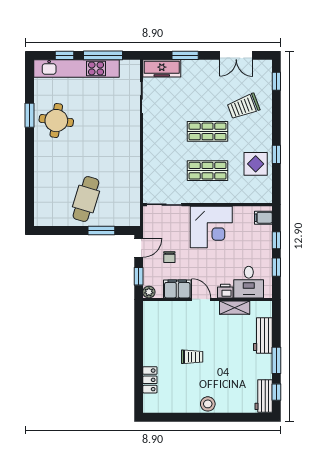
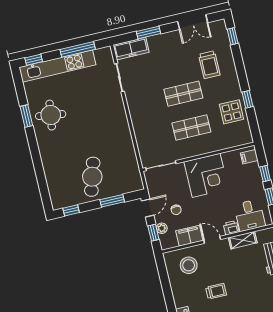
window: (65, 55) -> (34, 60), moved
trolley: (244, 106) -> (209, 65), turned -69
window: (54, 231) -> (71, 210), added
plant: (149, 292) -> (162, 228), moved
stool: (169, 321) -> (189, 265), added

